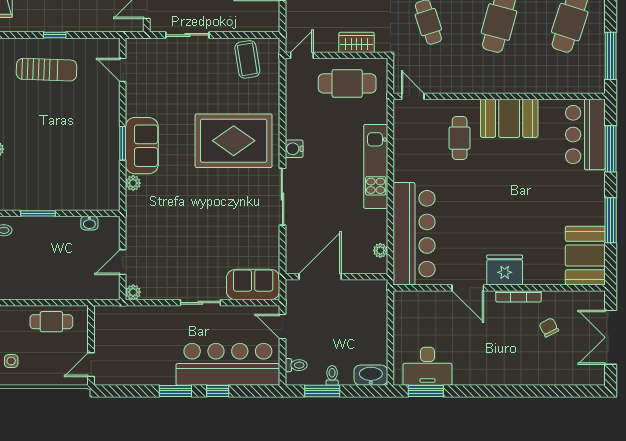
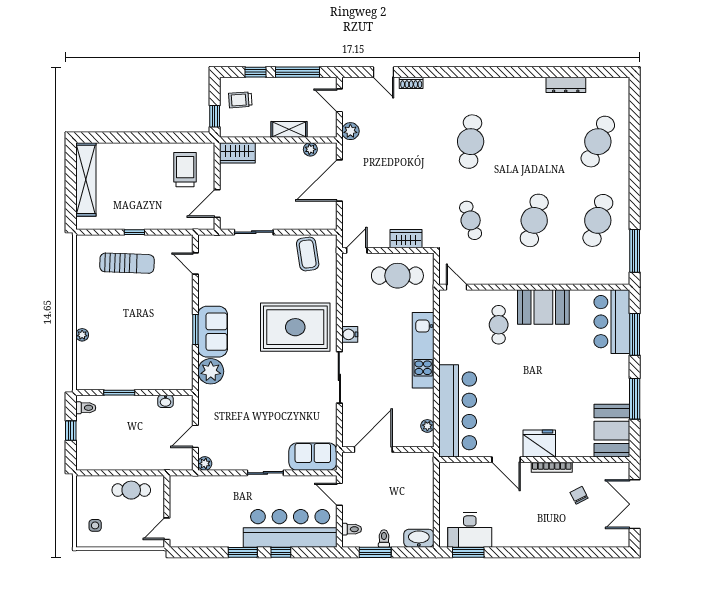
plant: (133, 183) -> (211, 371), width x1.88, depth x1.88

